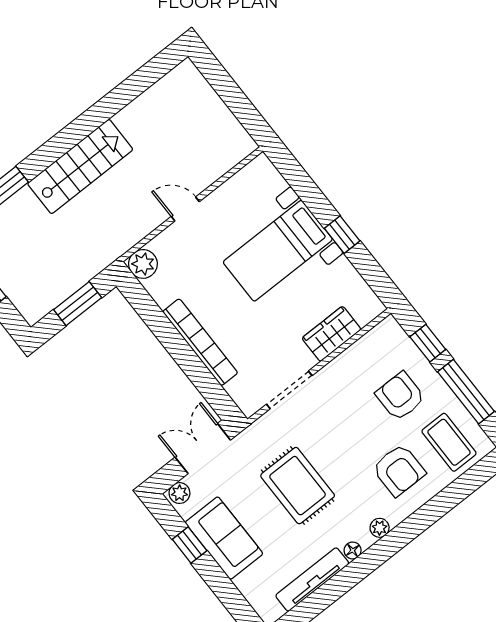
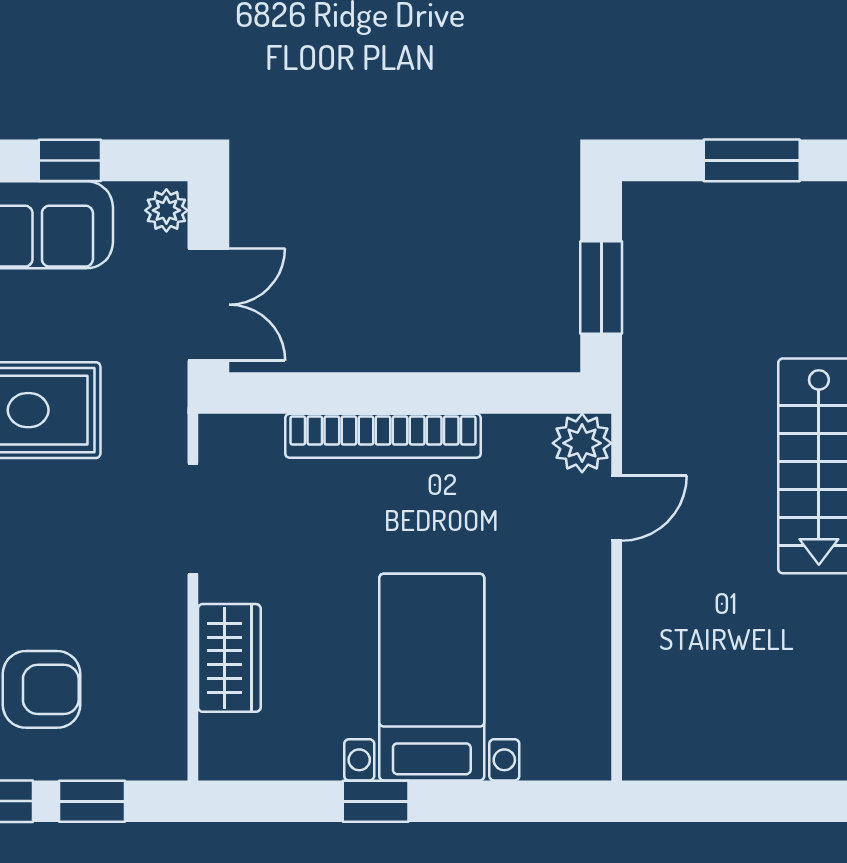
door: (185, 209) -> (617, 508), moved

